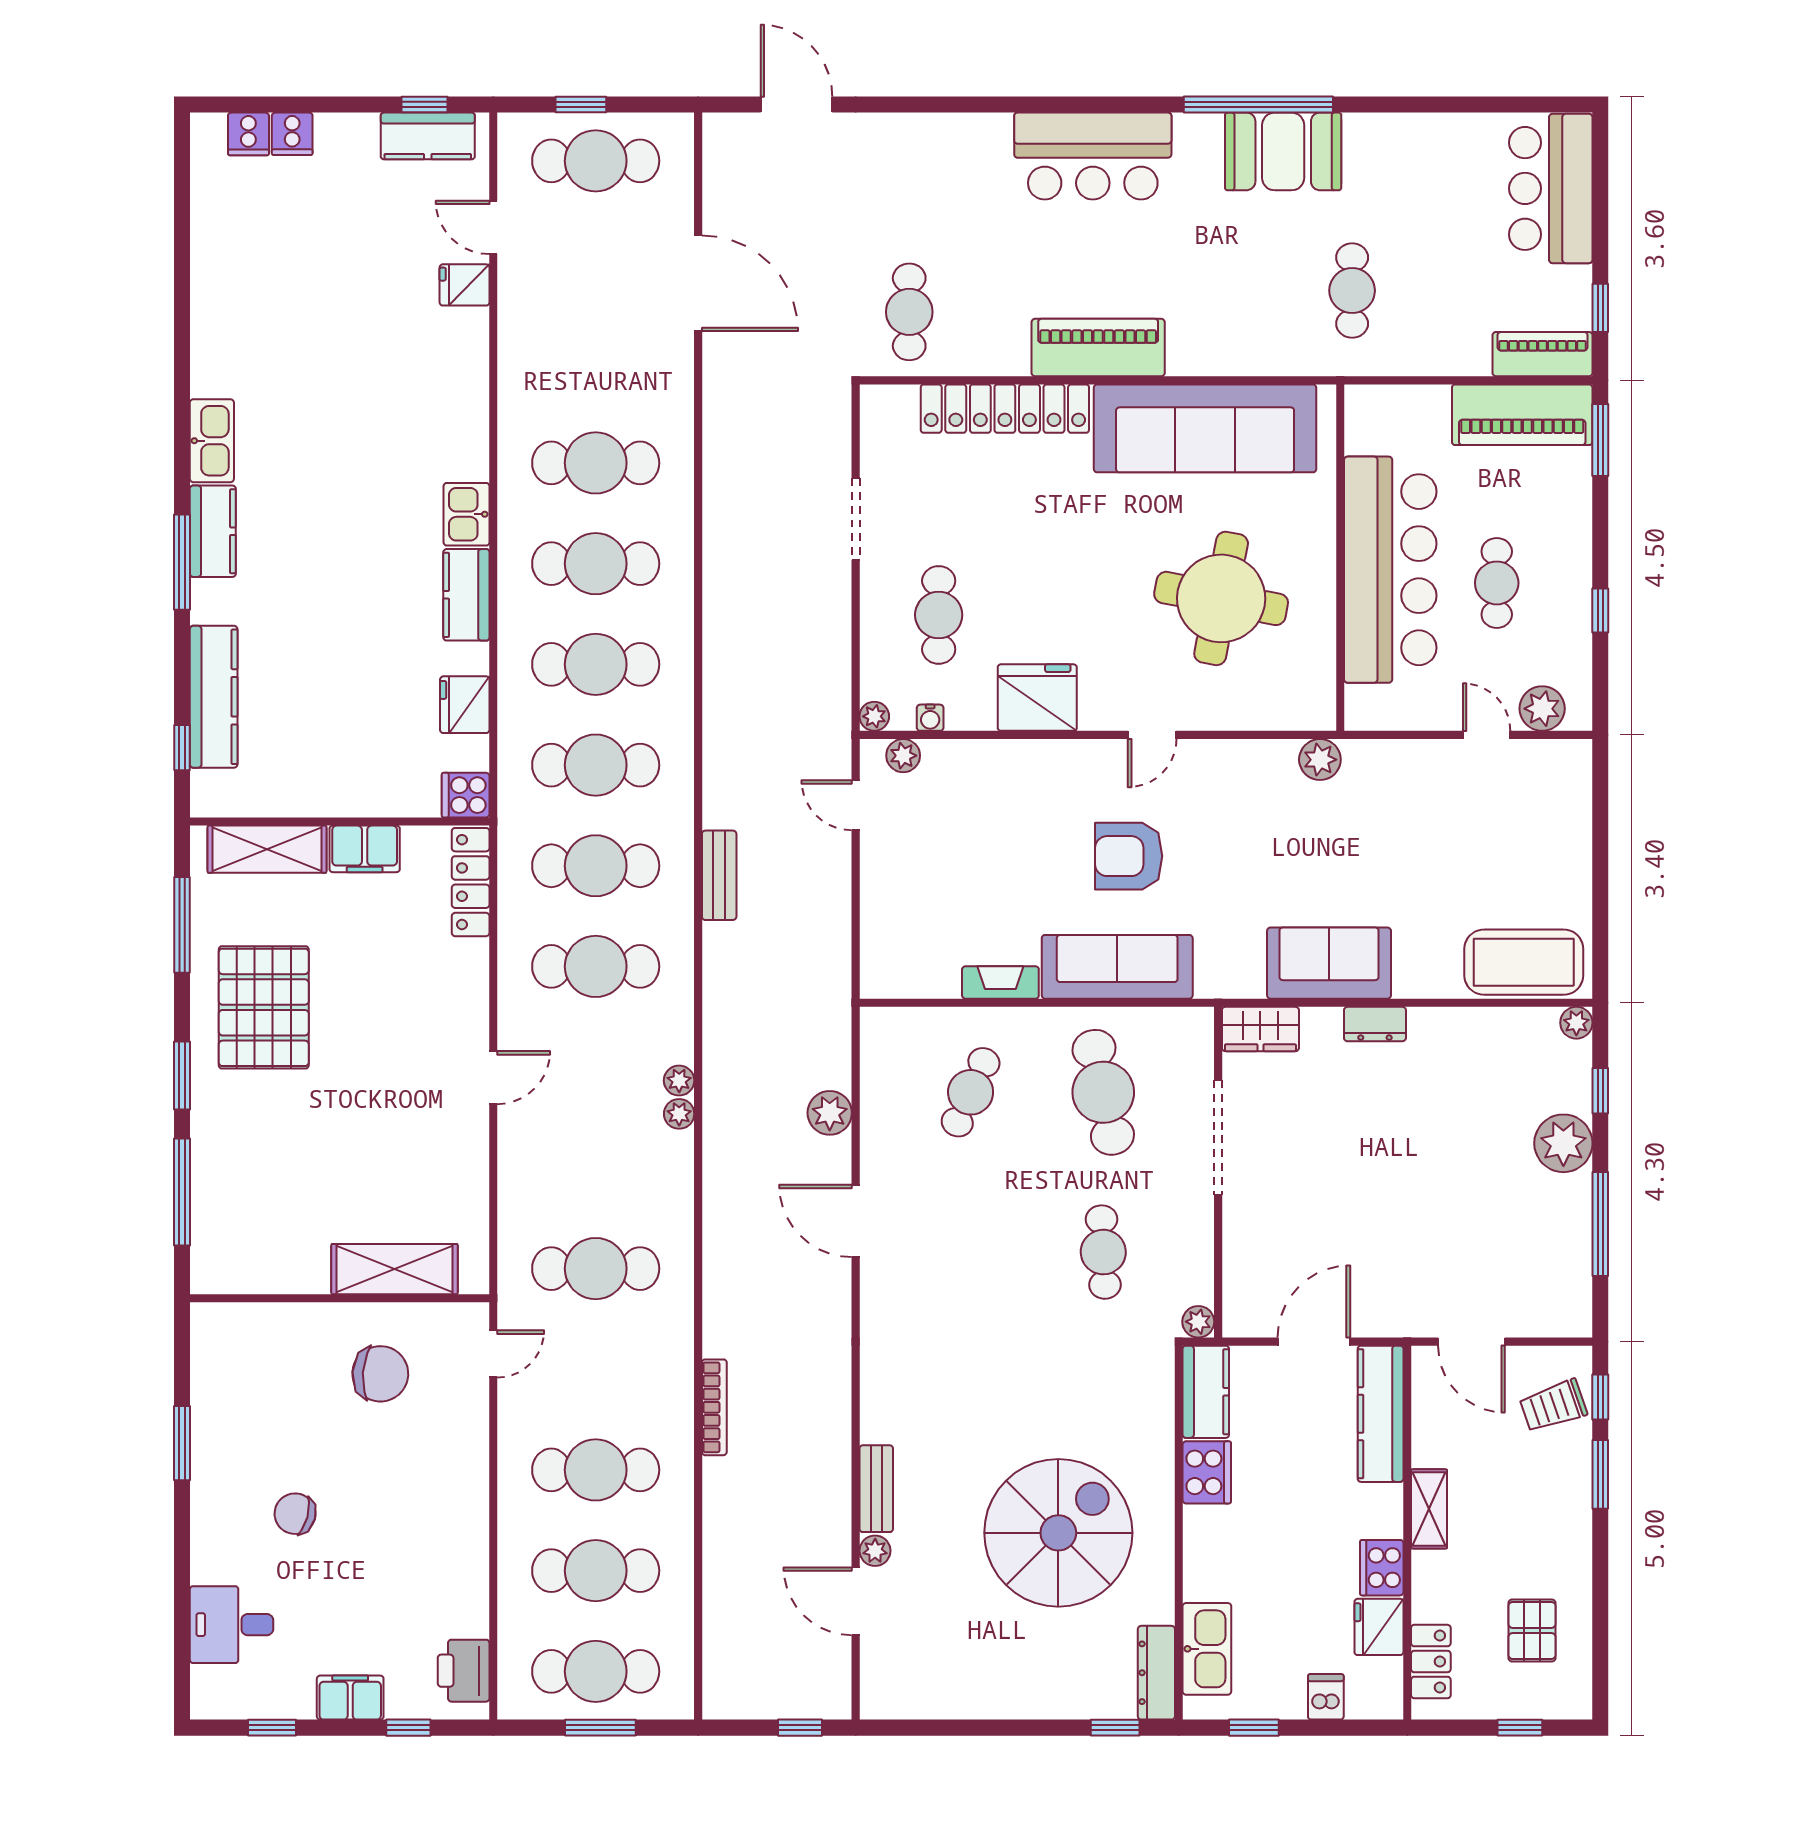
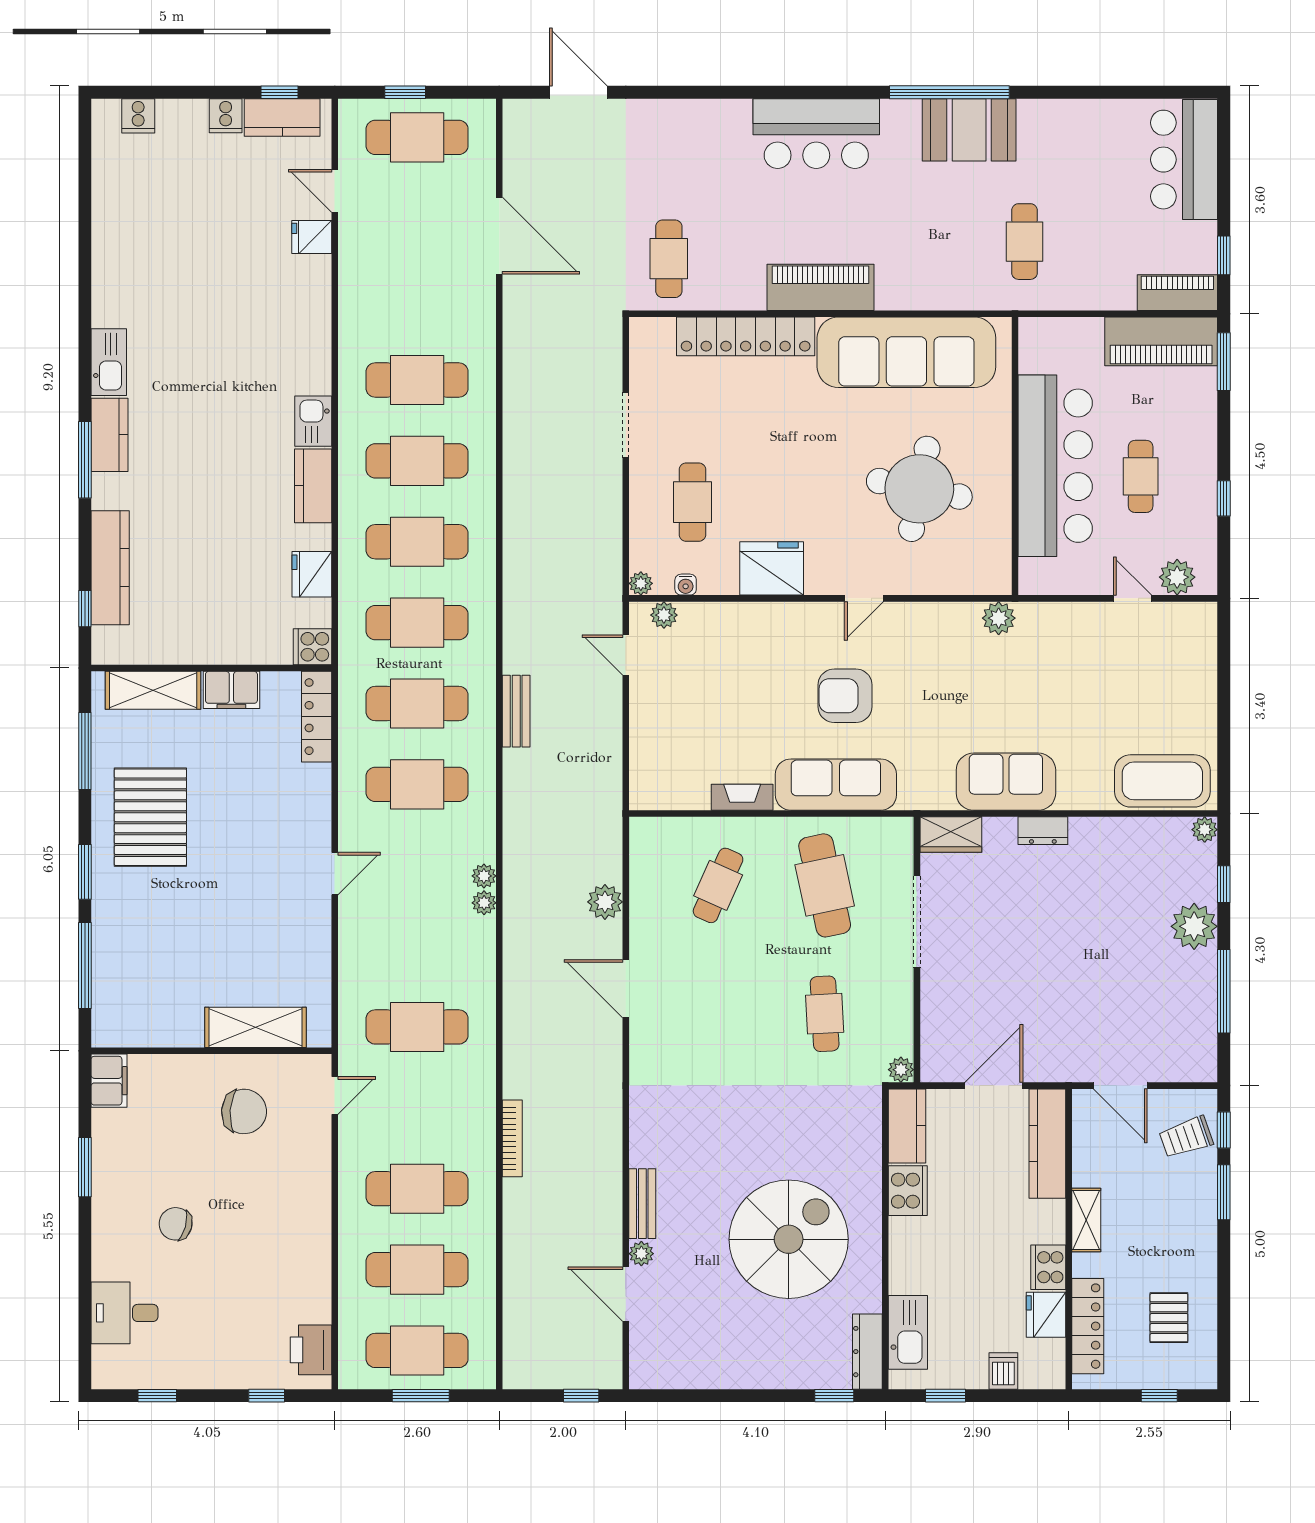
cooker: (292, 134) -> (226, 116), moved
locker: (1431, 1662) -> (1088, 1326), width x1.53
filing cabinet: (350, 1698) -> (109, 1081), moved, turned 90

